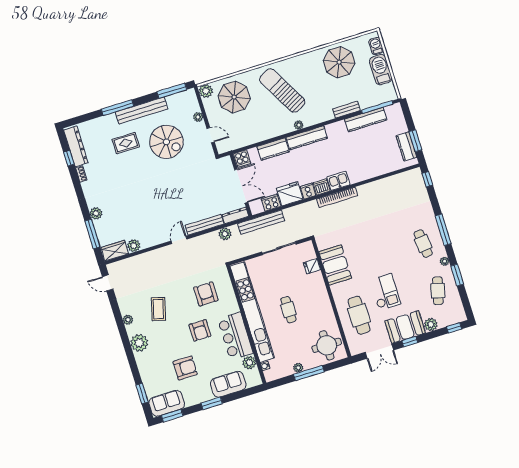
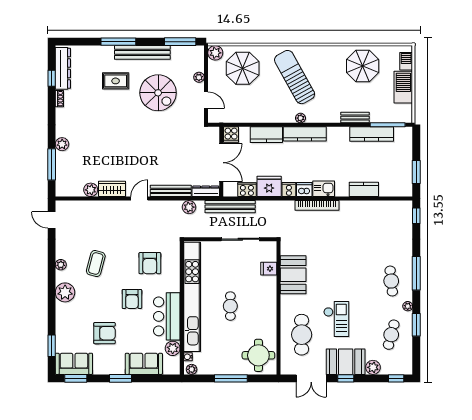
kitchen counter: (406, 146) -> (364, 189), moved, turned 90
wardrobe: (115, 251) -> (112, 189), moved
armchair: (206, 294) -> (150, 263), turned 180
plant: (298, 368) -> (192, 369), moved

